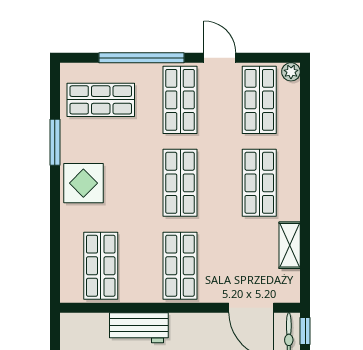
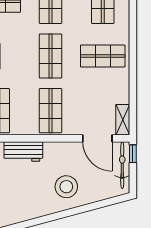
shop shelf: (259, 183) -> (103, 56), turned 90
shelving: (290, 245) -> (123, 120), moved

